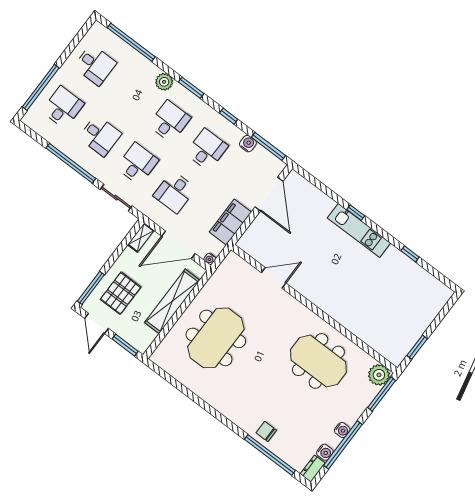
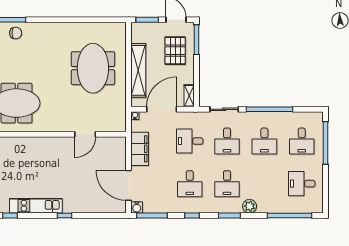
desk: (100, 136) -> (264, 141), turned -90
water cooler: (248, 144) -> (137, 207), moved
desk: (175, 192) -> (190, 141), turned -90
kitchen unit: (359, 230) -> (36, 206), moved

